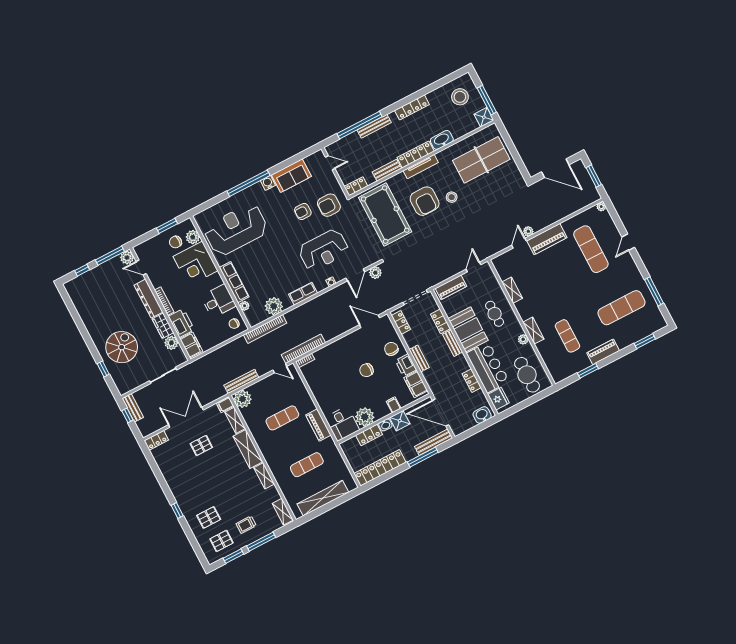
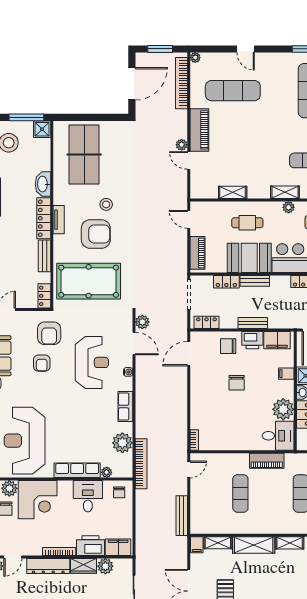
tv unit: (421, 167) -> (59, 220), width x0.71
bookcase: (303, 349) -> (181, 83), moved
plant: (243, 399) -> (200, 524), removed

